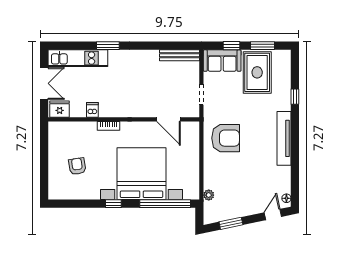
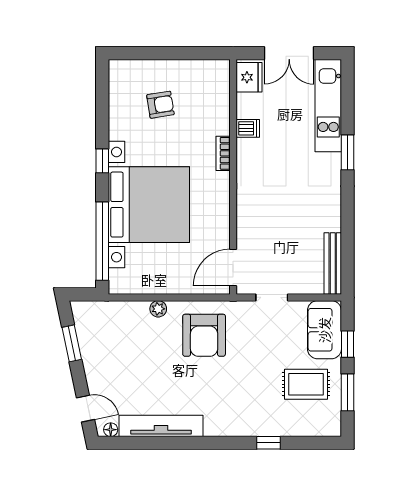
rug: (257, 72) -> (306, 384), width x0.73, depth x0.70
door: (169, 119) -> (233, 268), moved
tv unit: (284, 138) -> (161, 426), moved
plant: (209, 195) -> (158, 309), moved

